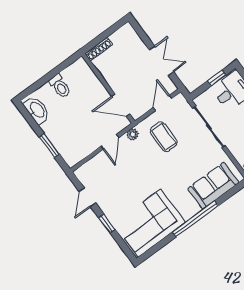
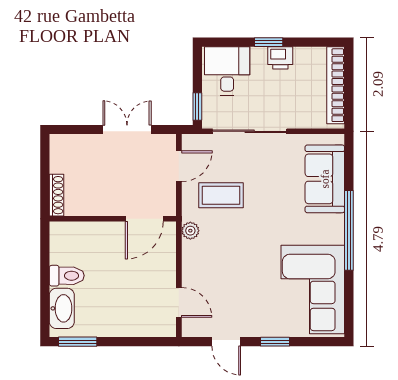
window: (217, 78) -> (197, 107), moved
door: (162, 103) -> (179, 166), swing flipped
washbasin: (37, 110) -> (62, 308), moved, turned 90
door: (110, 142) -> (179, 302), moved
window: (49, 146) -> (78, 342), moved

